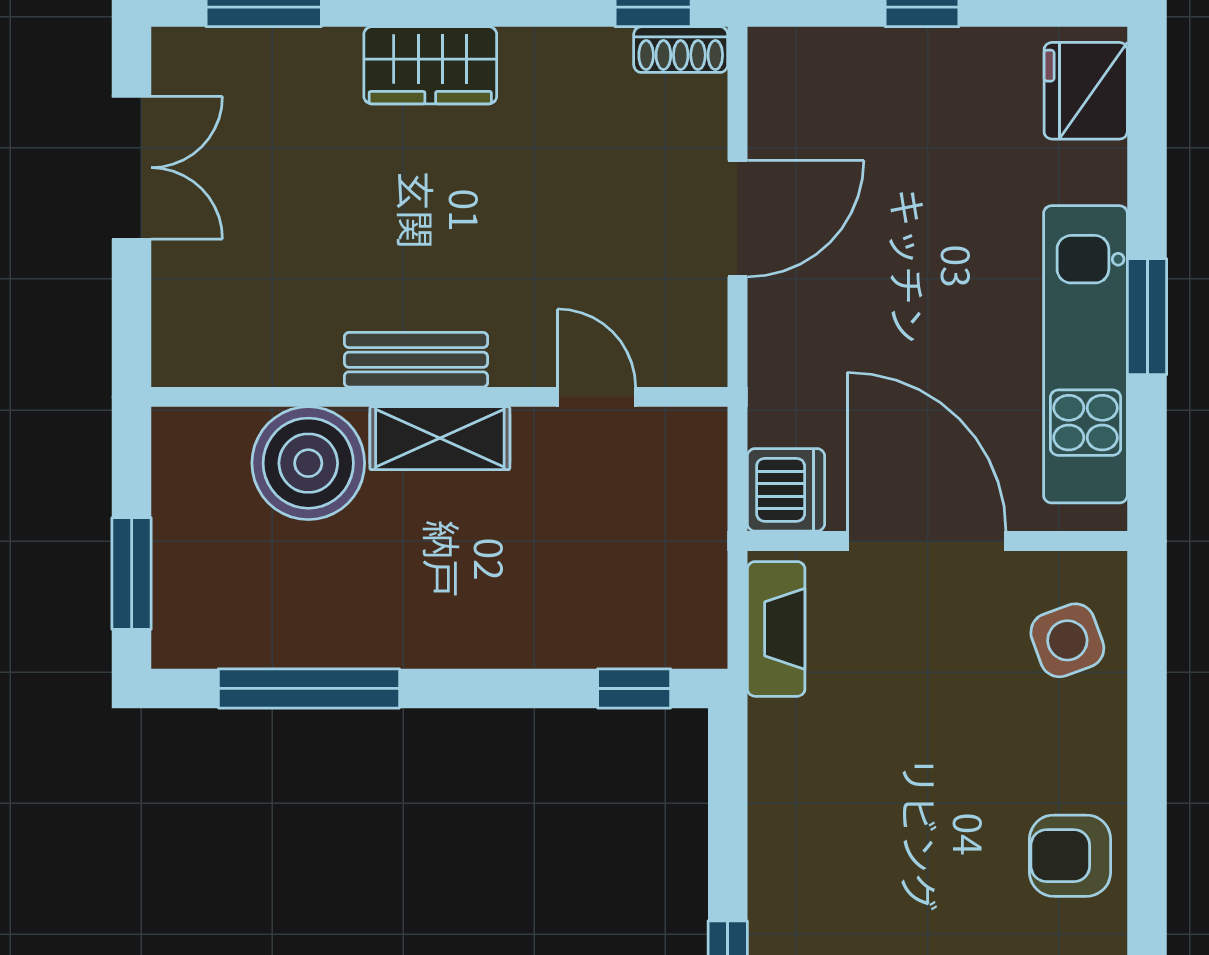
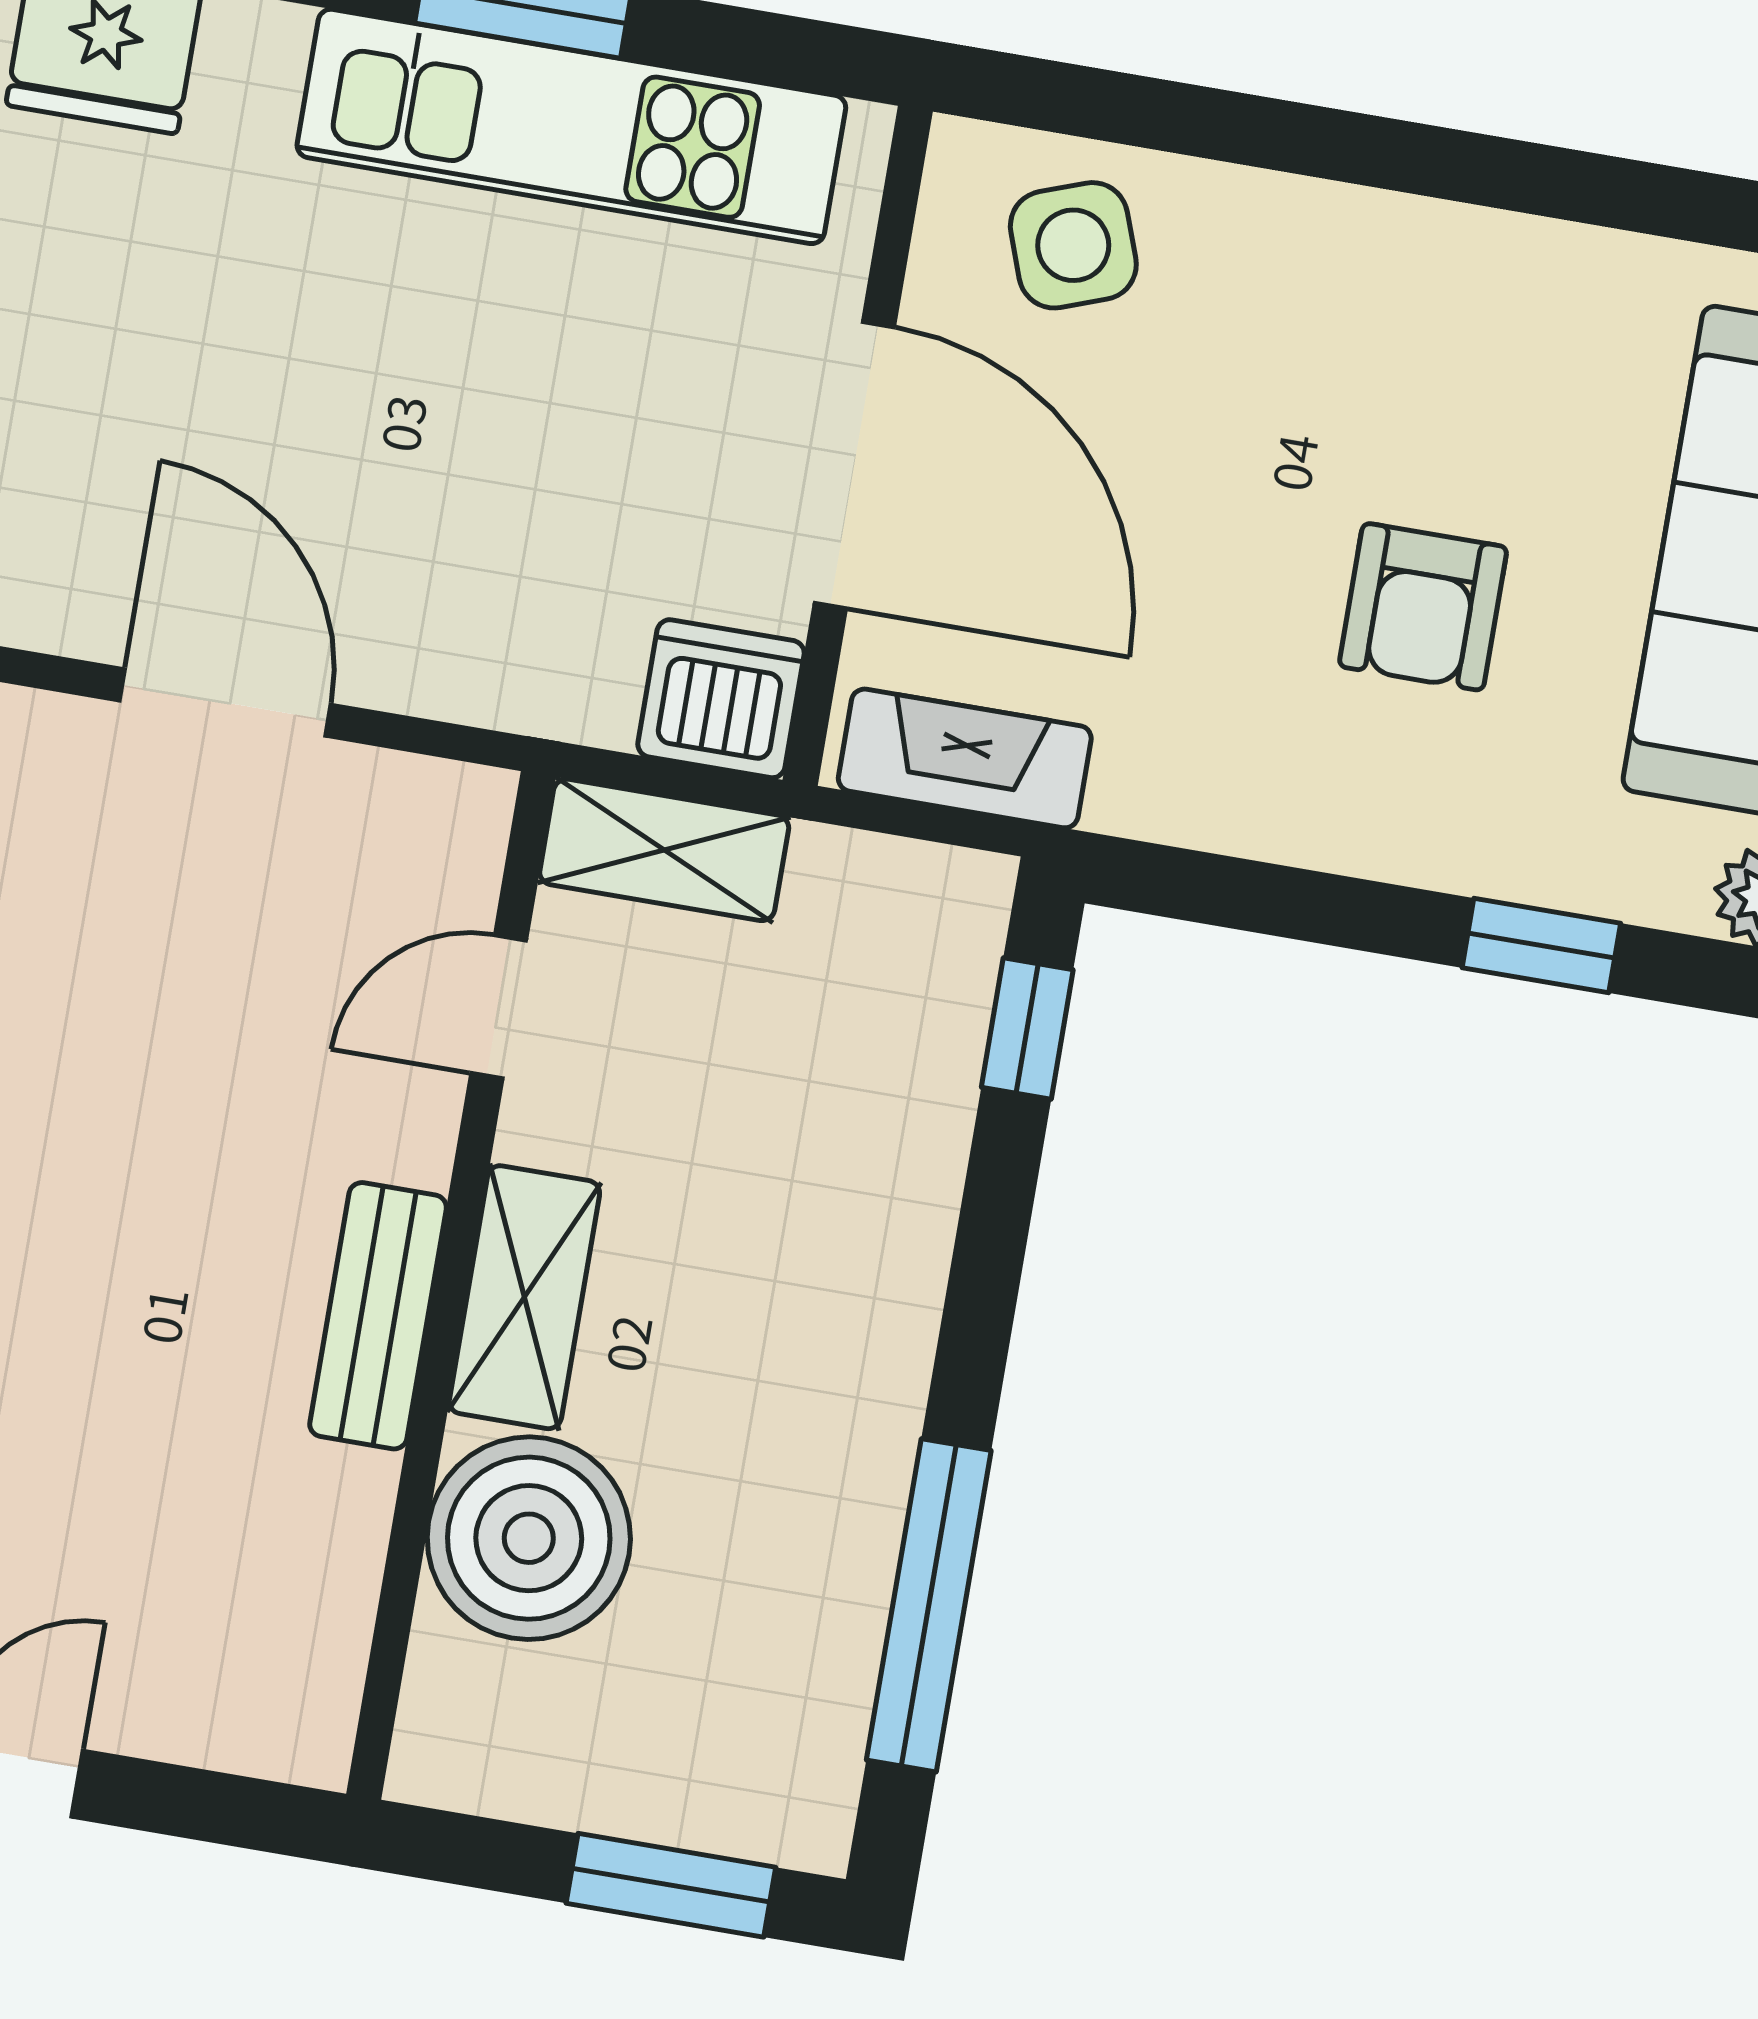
shelving: (698, 473) -> (664, 850), added
door: (927, 541) -> (854, 465), swing flipped
armchair: (1070, 856) -> (1423, 607), moved

